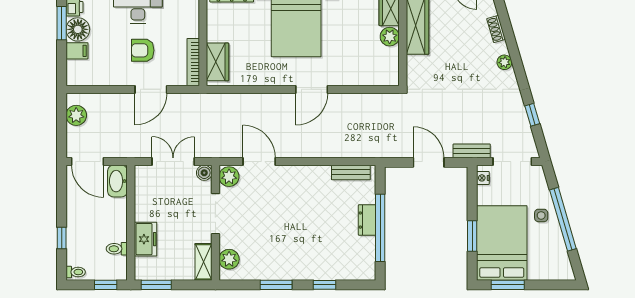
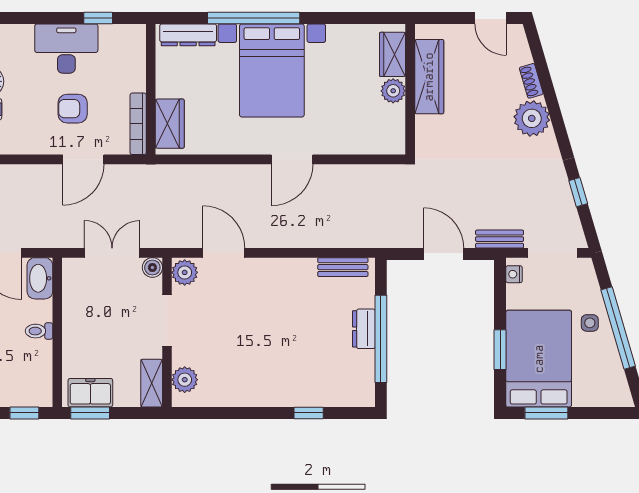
plant: (504, 62) -> (532, 118), width x1.87, depth x1.87
freezer: (146, 239) -> (90, 393), moved, turned -90
toilet: (117, 249) -> (39, 331), moved
window: (276, 285) -> (246, 413), removed

